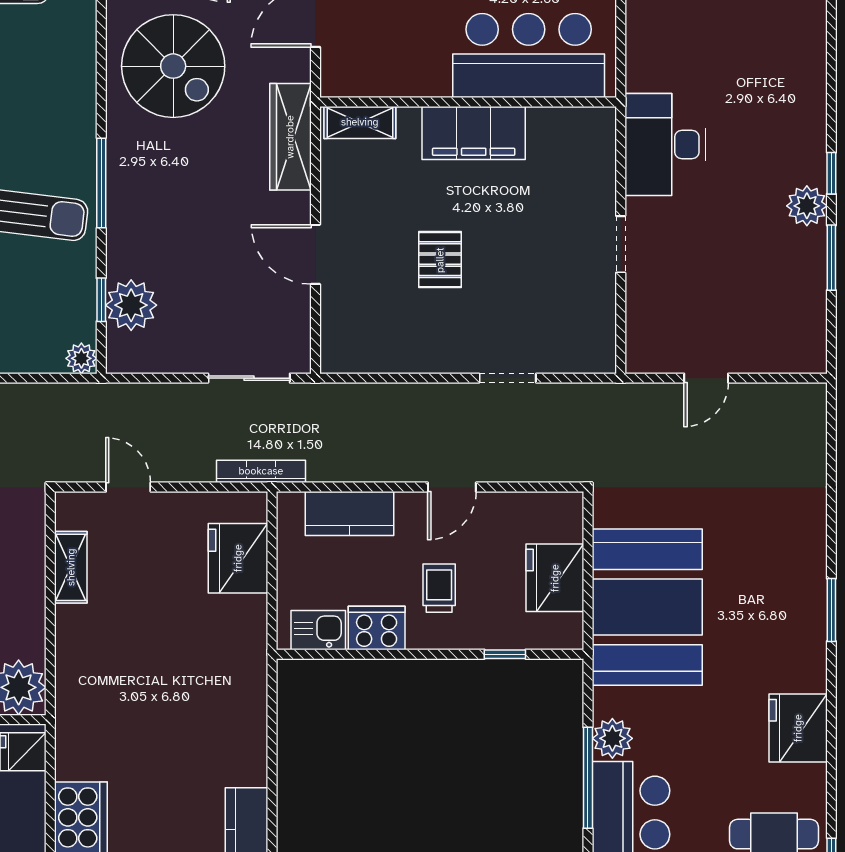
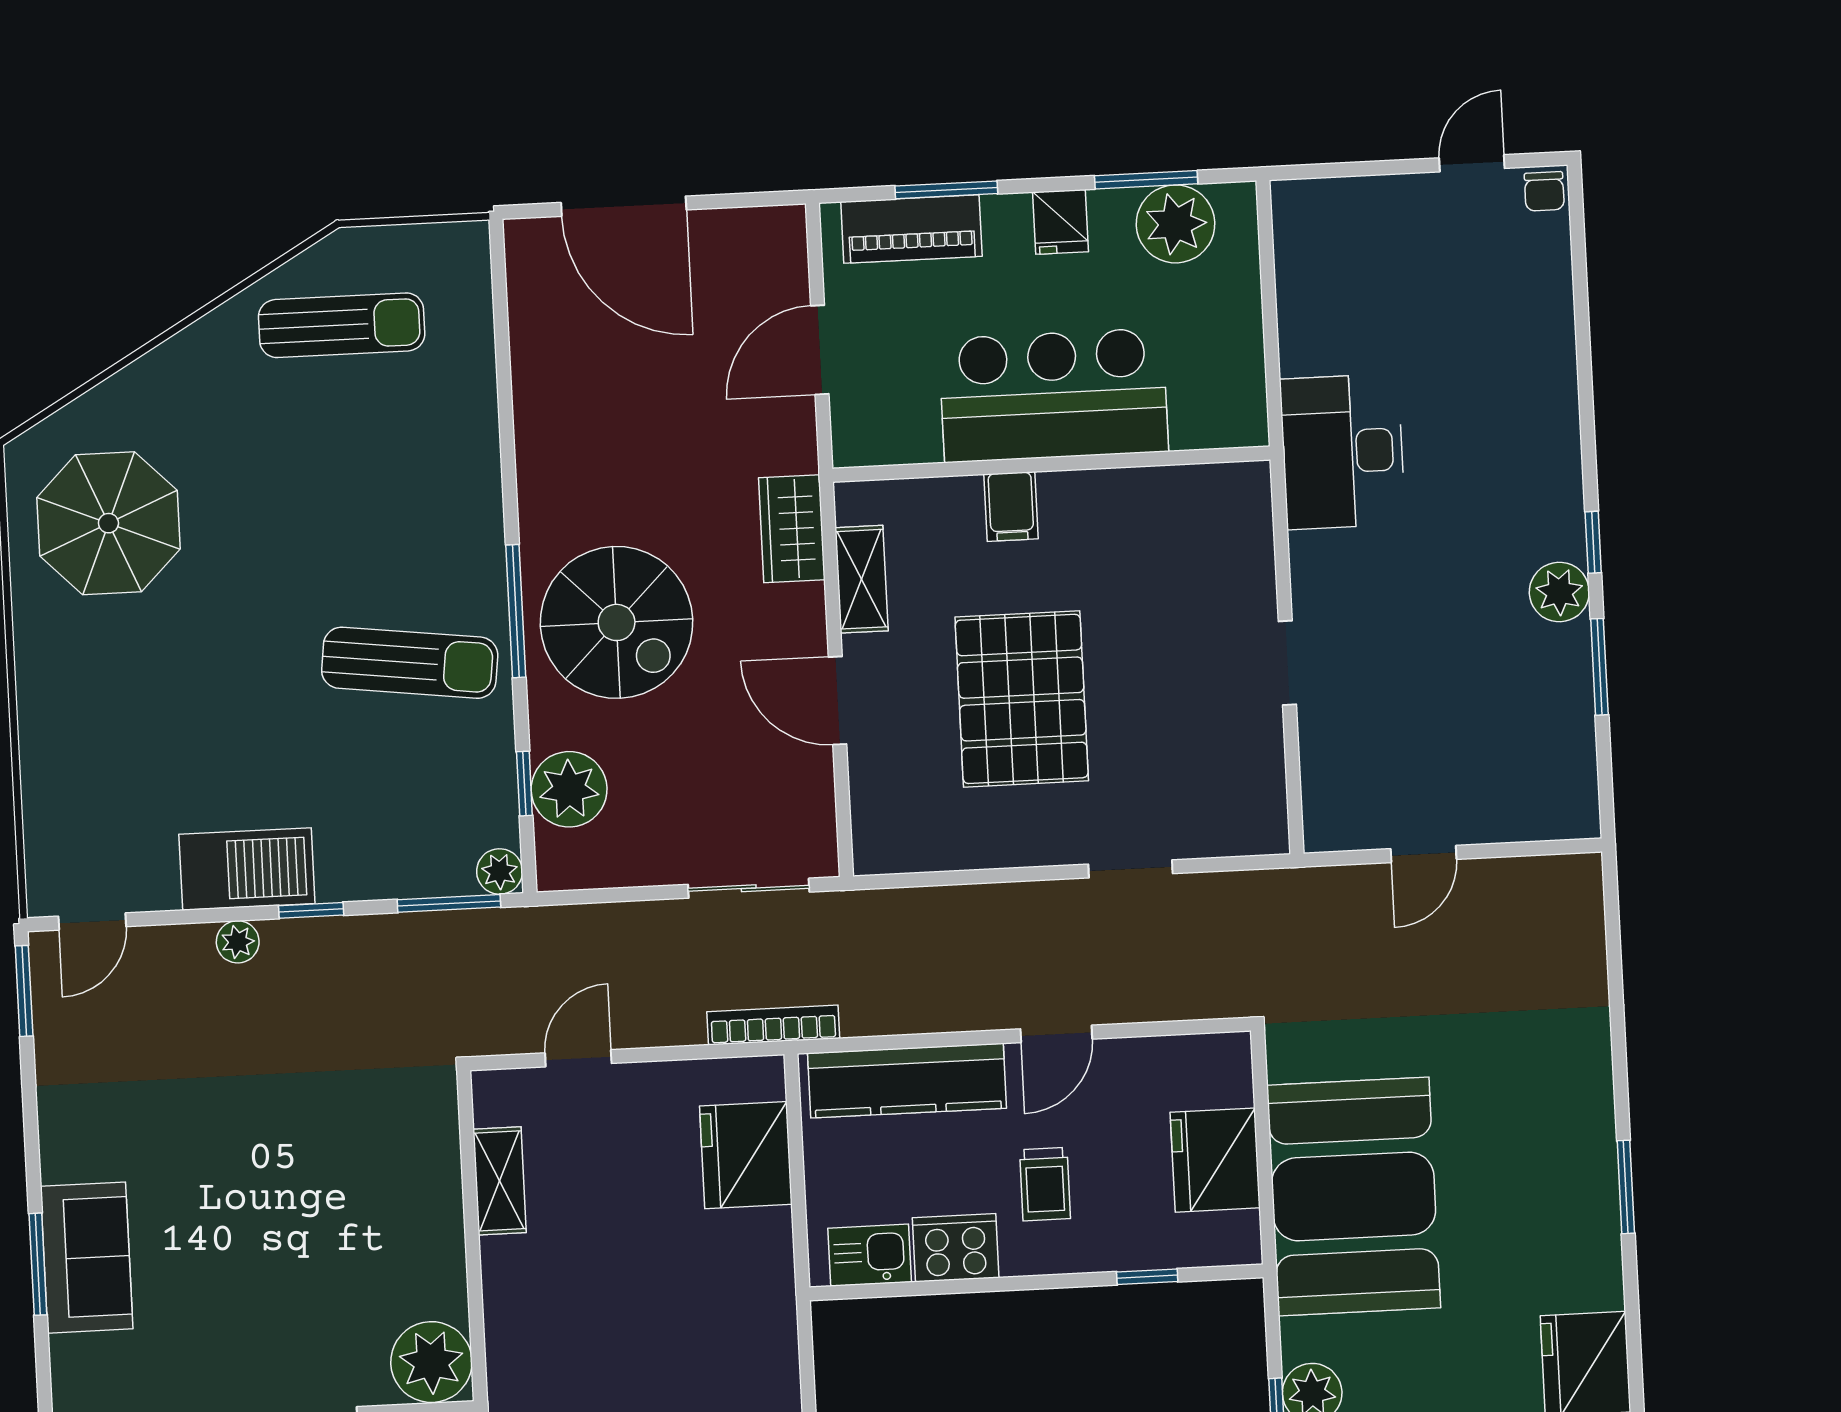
bar counter: (529, 56) -> (1054, 395), moved
spiral stairs: (173, 66) -> (617, 622), moved
shelving: (360, 122) -> (862, 579), moved, turned 90
filing cabinet: (474, 133) -> (1011, 507), width x0.33, depth x0.86
wardrobe: (290, 137) -> (792, 529), width x0.67
desk: (665, 145) -> (1343, 452), moved
pallet: (440, 260) -> (1022, 699), width x2.05, depth x2.00
window: (46, 378) -> (449, 903), added
door: (128, 487) -> (578, 1058), hinge flipped
kitchen counter: (349, 514) -> (907, 1081), width x1.50
trolley: (439, 588) -> (1045, 1184), turned 180

